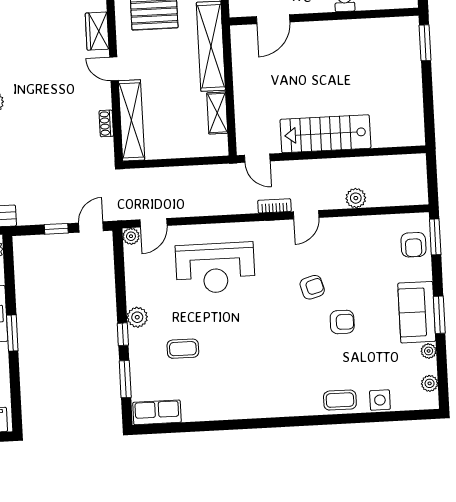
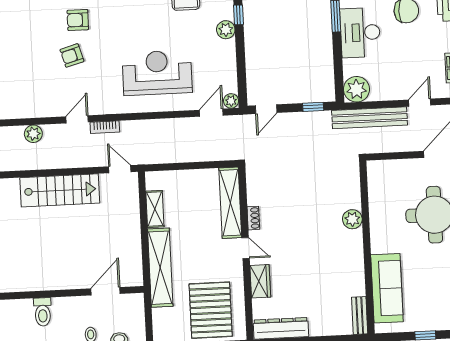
shoe rack: (106, 123) -> (253, 218), moved
window: (56, 229) -> (313, 107), moved
armchair: (342, 322) -> (78, 20), moved

